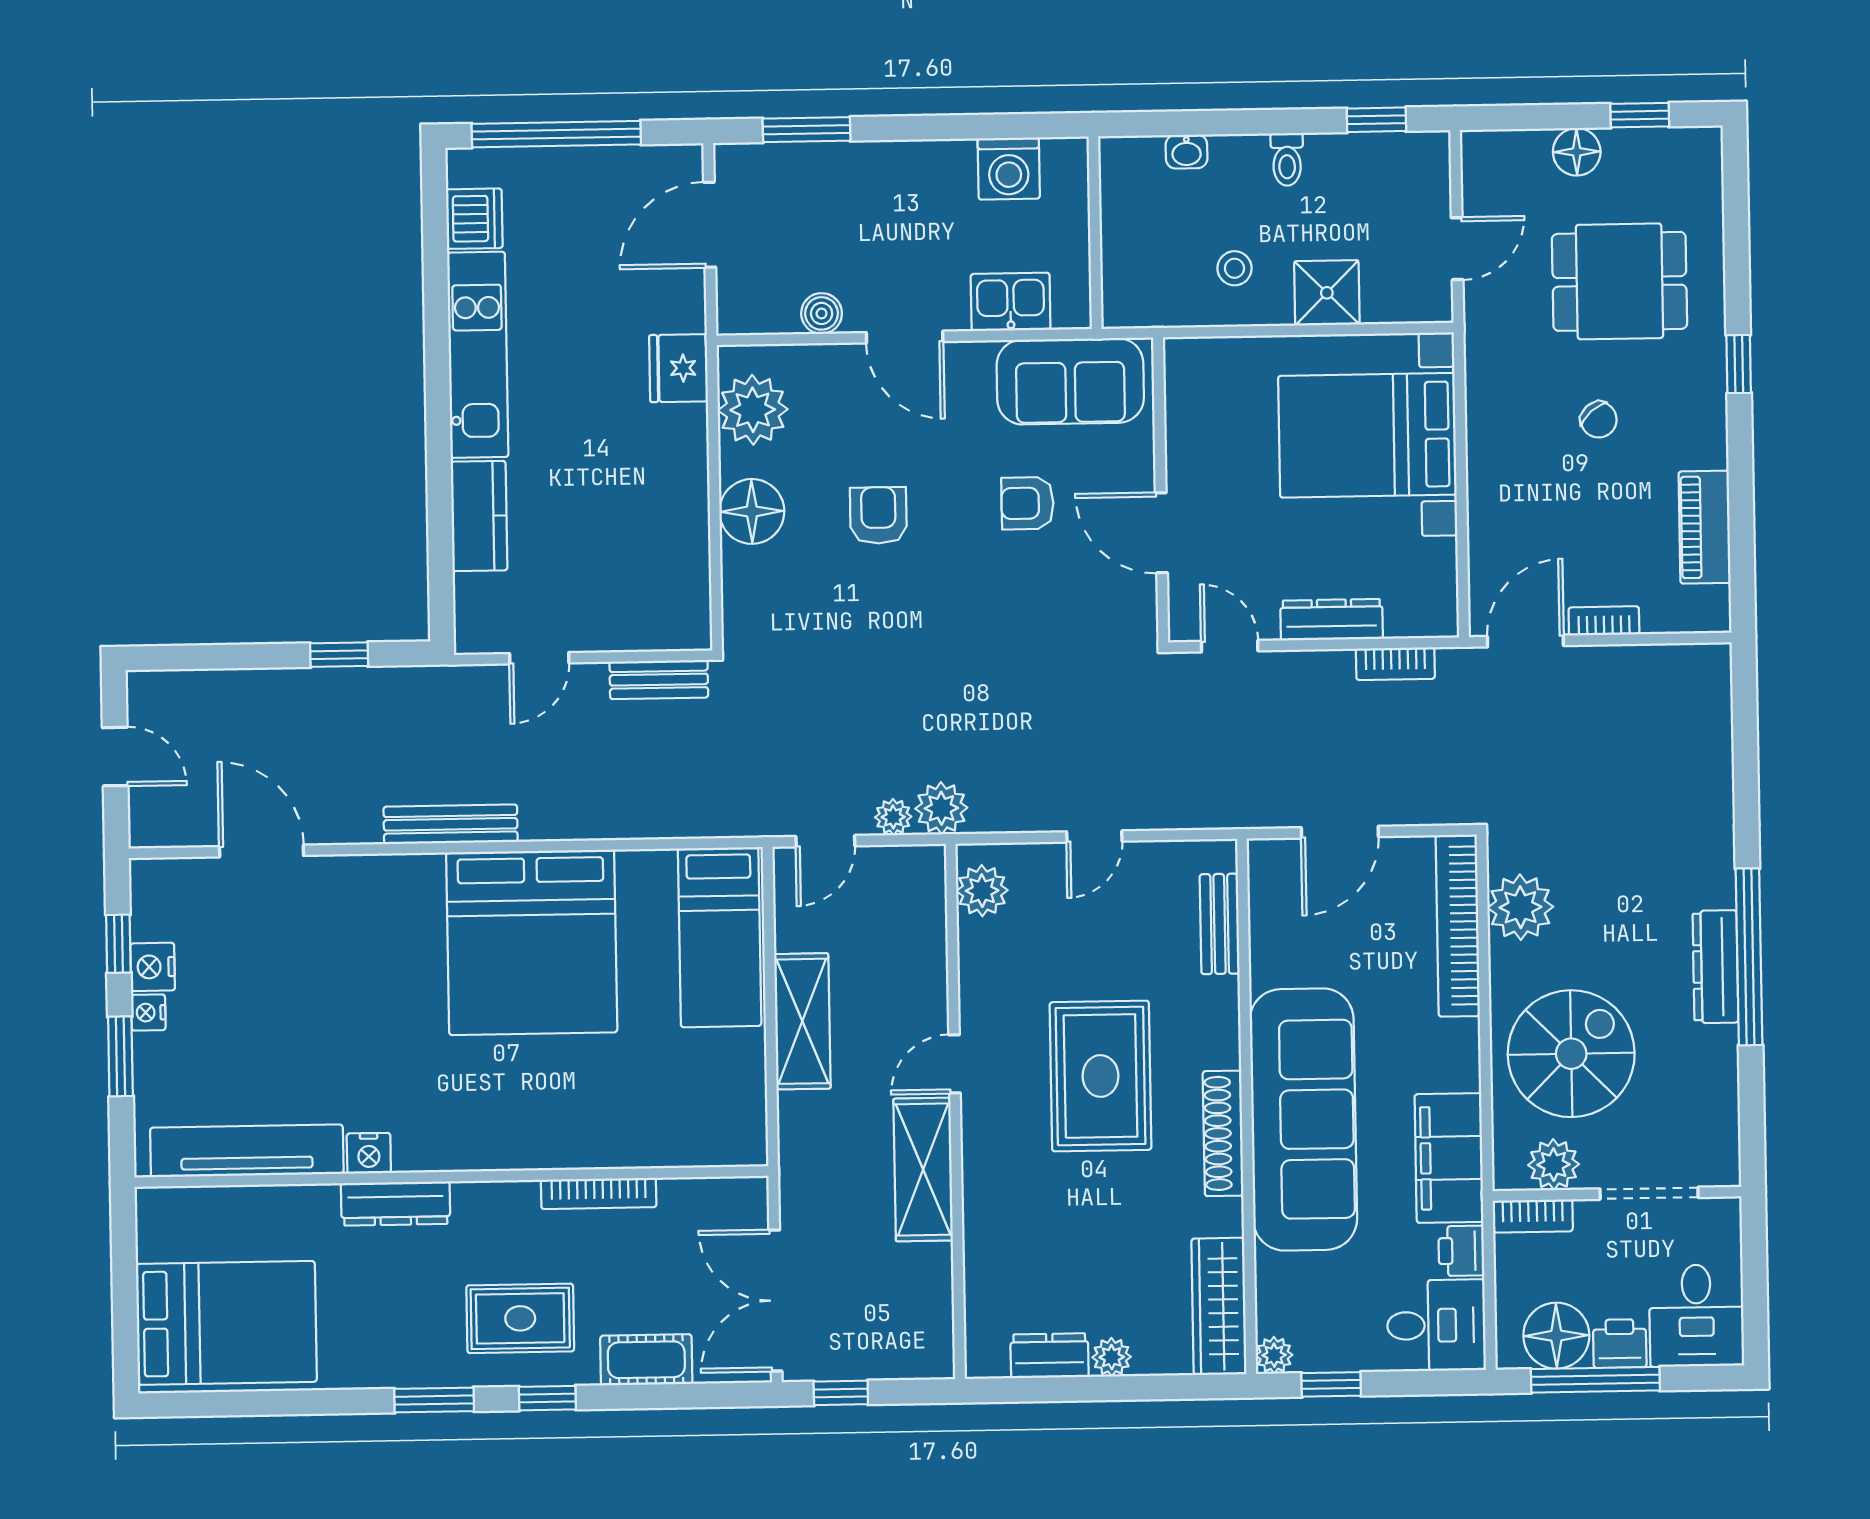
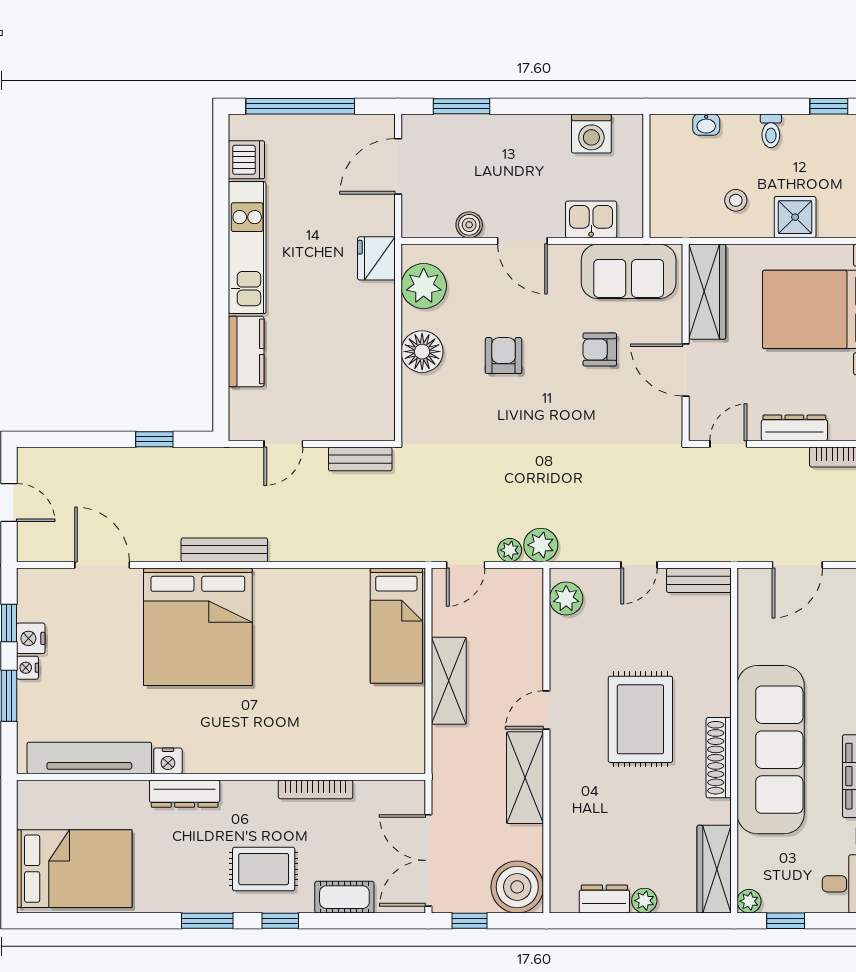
wardrobe: (1193, 411) -> (707, 292), added
door: (1230, 646) -> (728, 444), hinge flipped
bench: (1220, 924) -> (699, 580), moved, turned 90
bed: (532, 942) -> (198, 627), moved
boiler: (914, 1339) -> (517, 887), added

